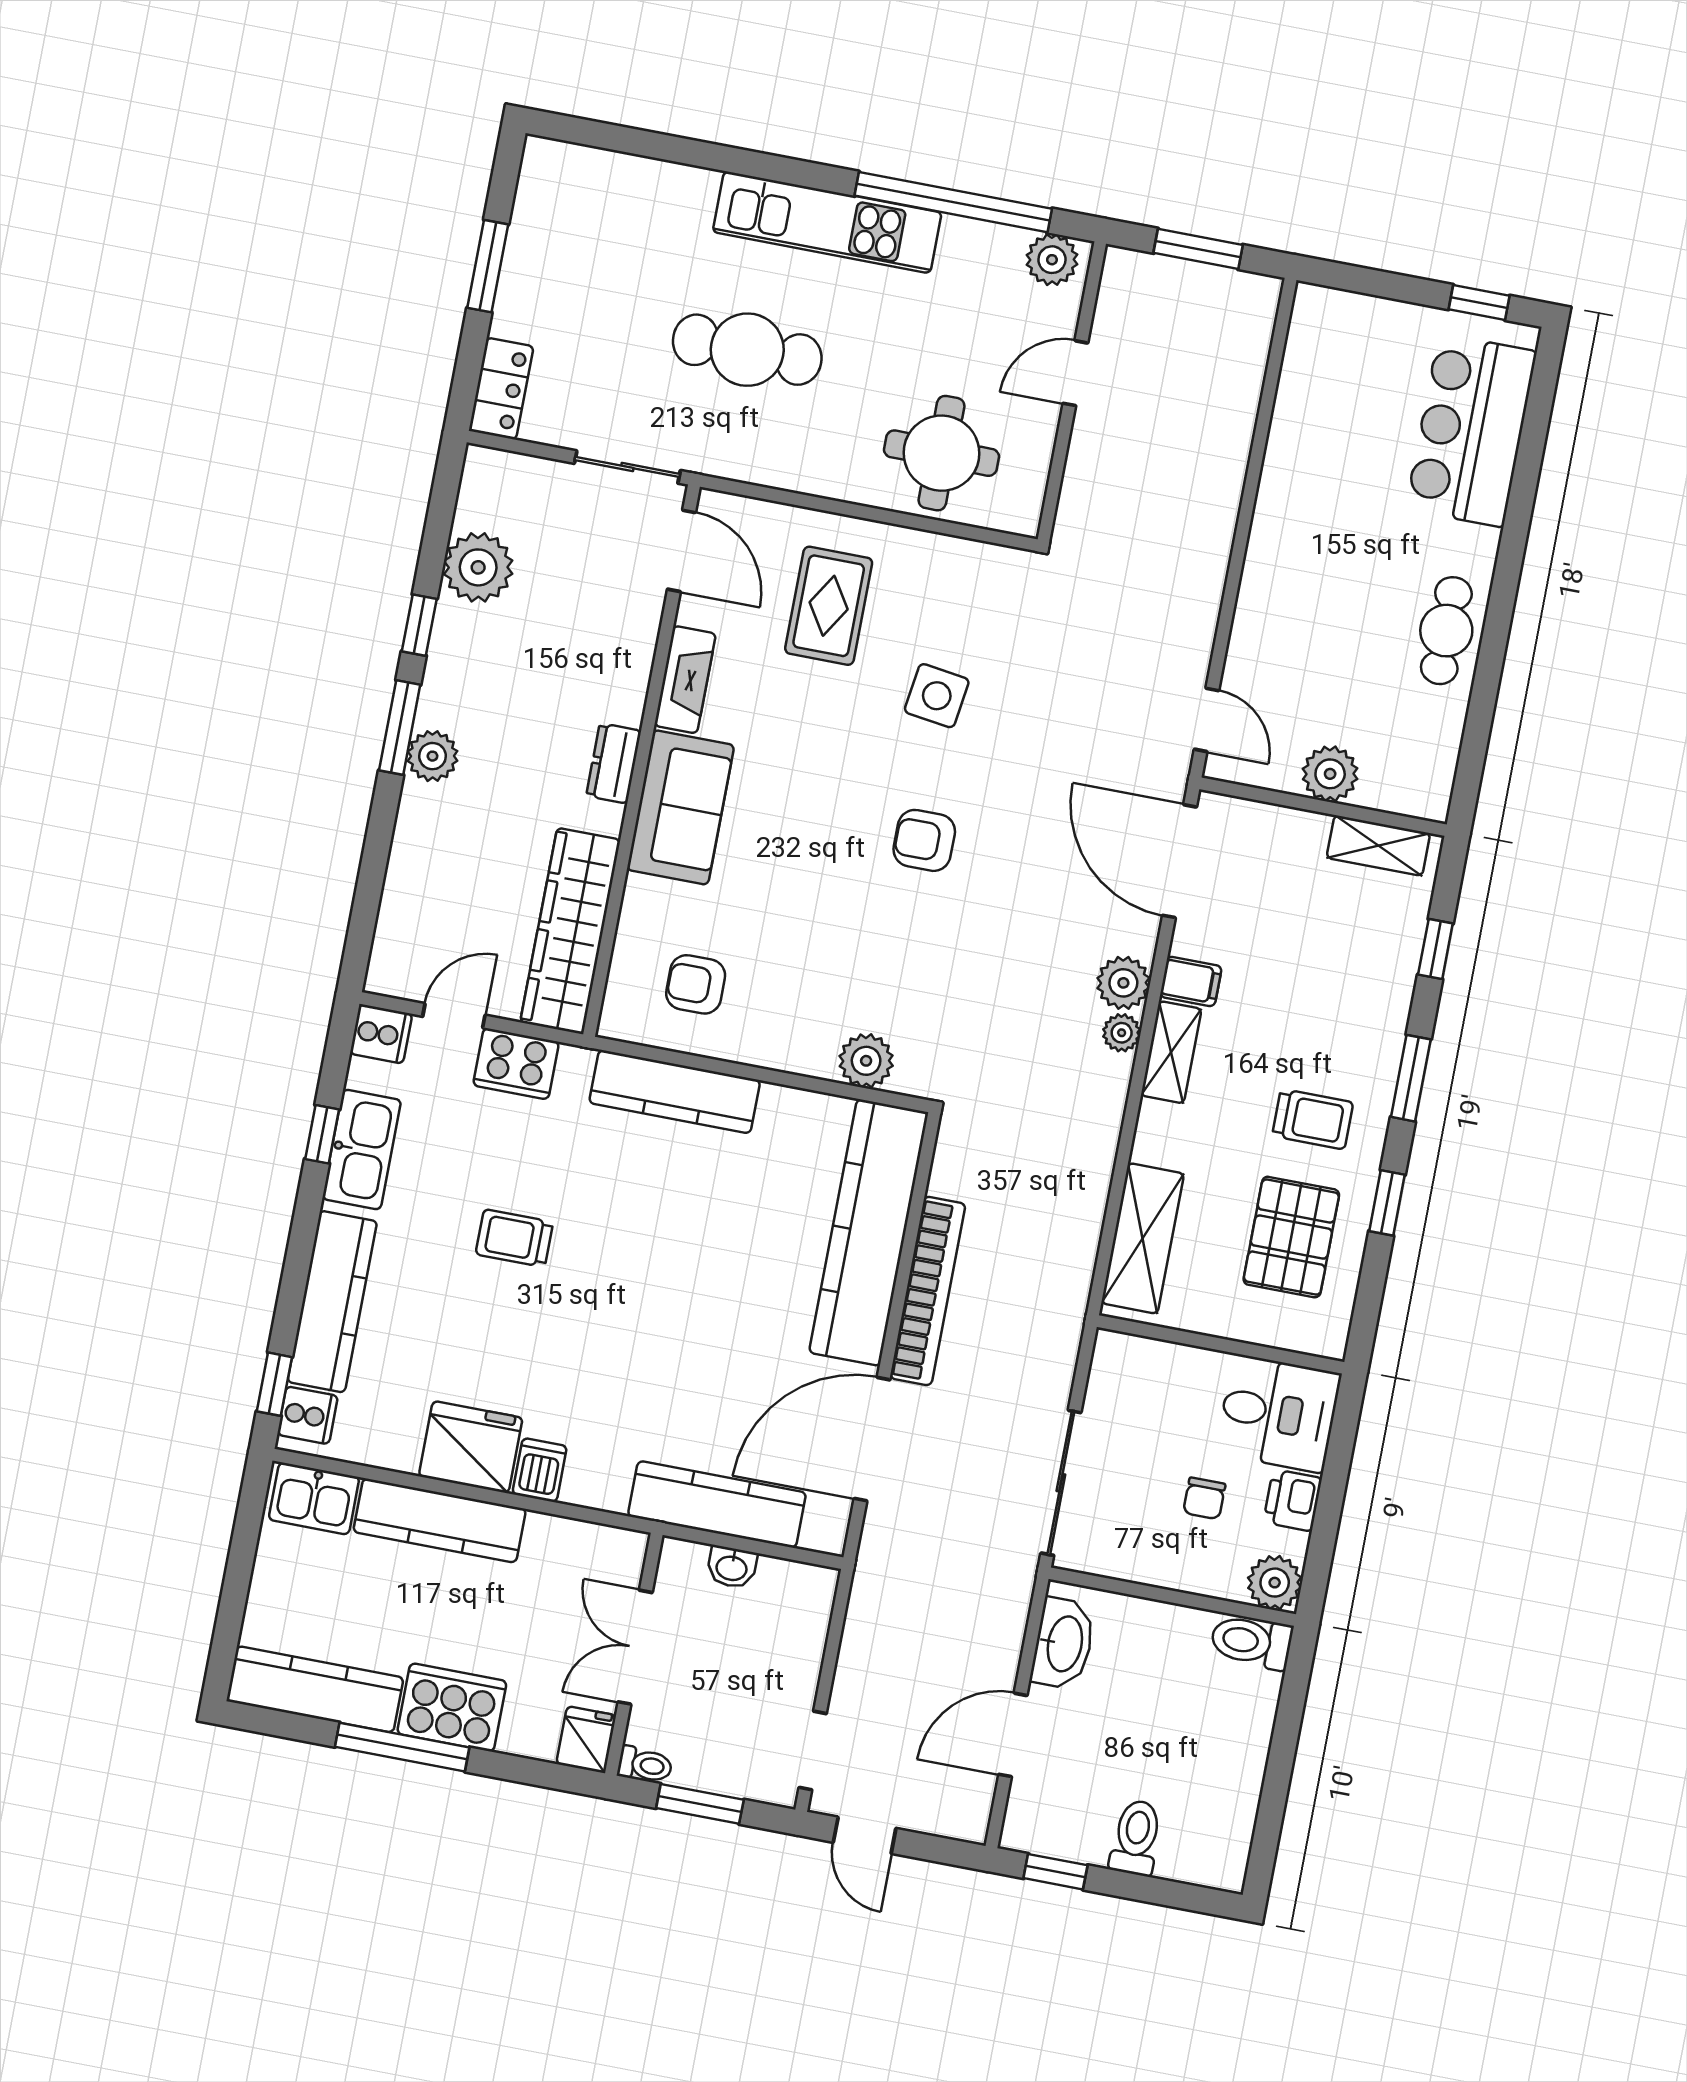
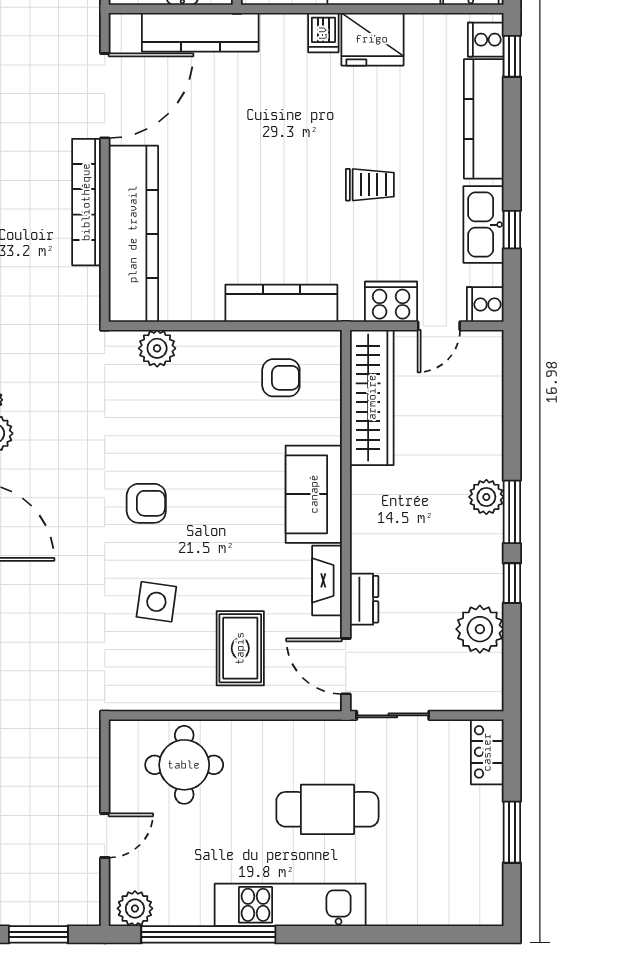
dresser: (614, 763) -> (364, 599), moved

